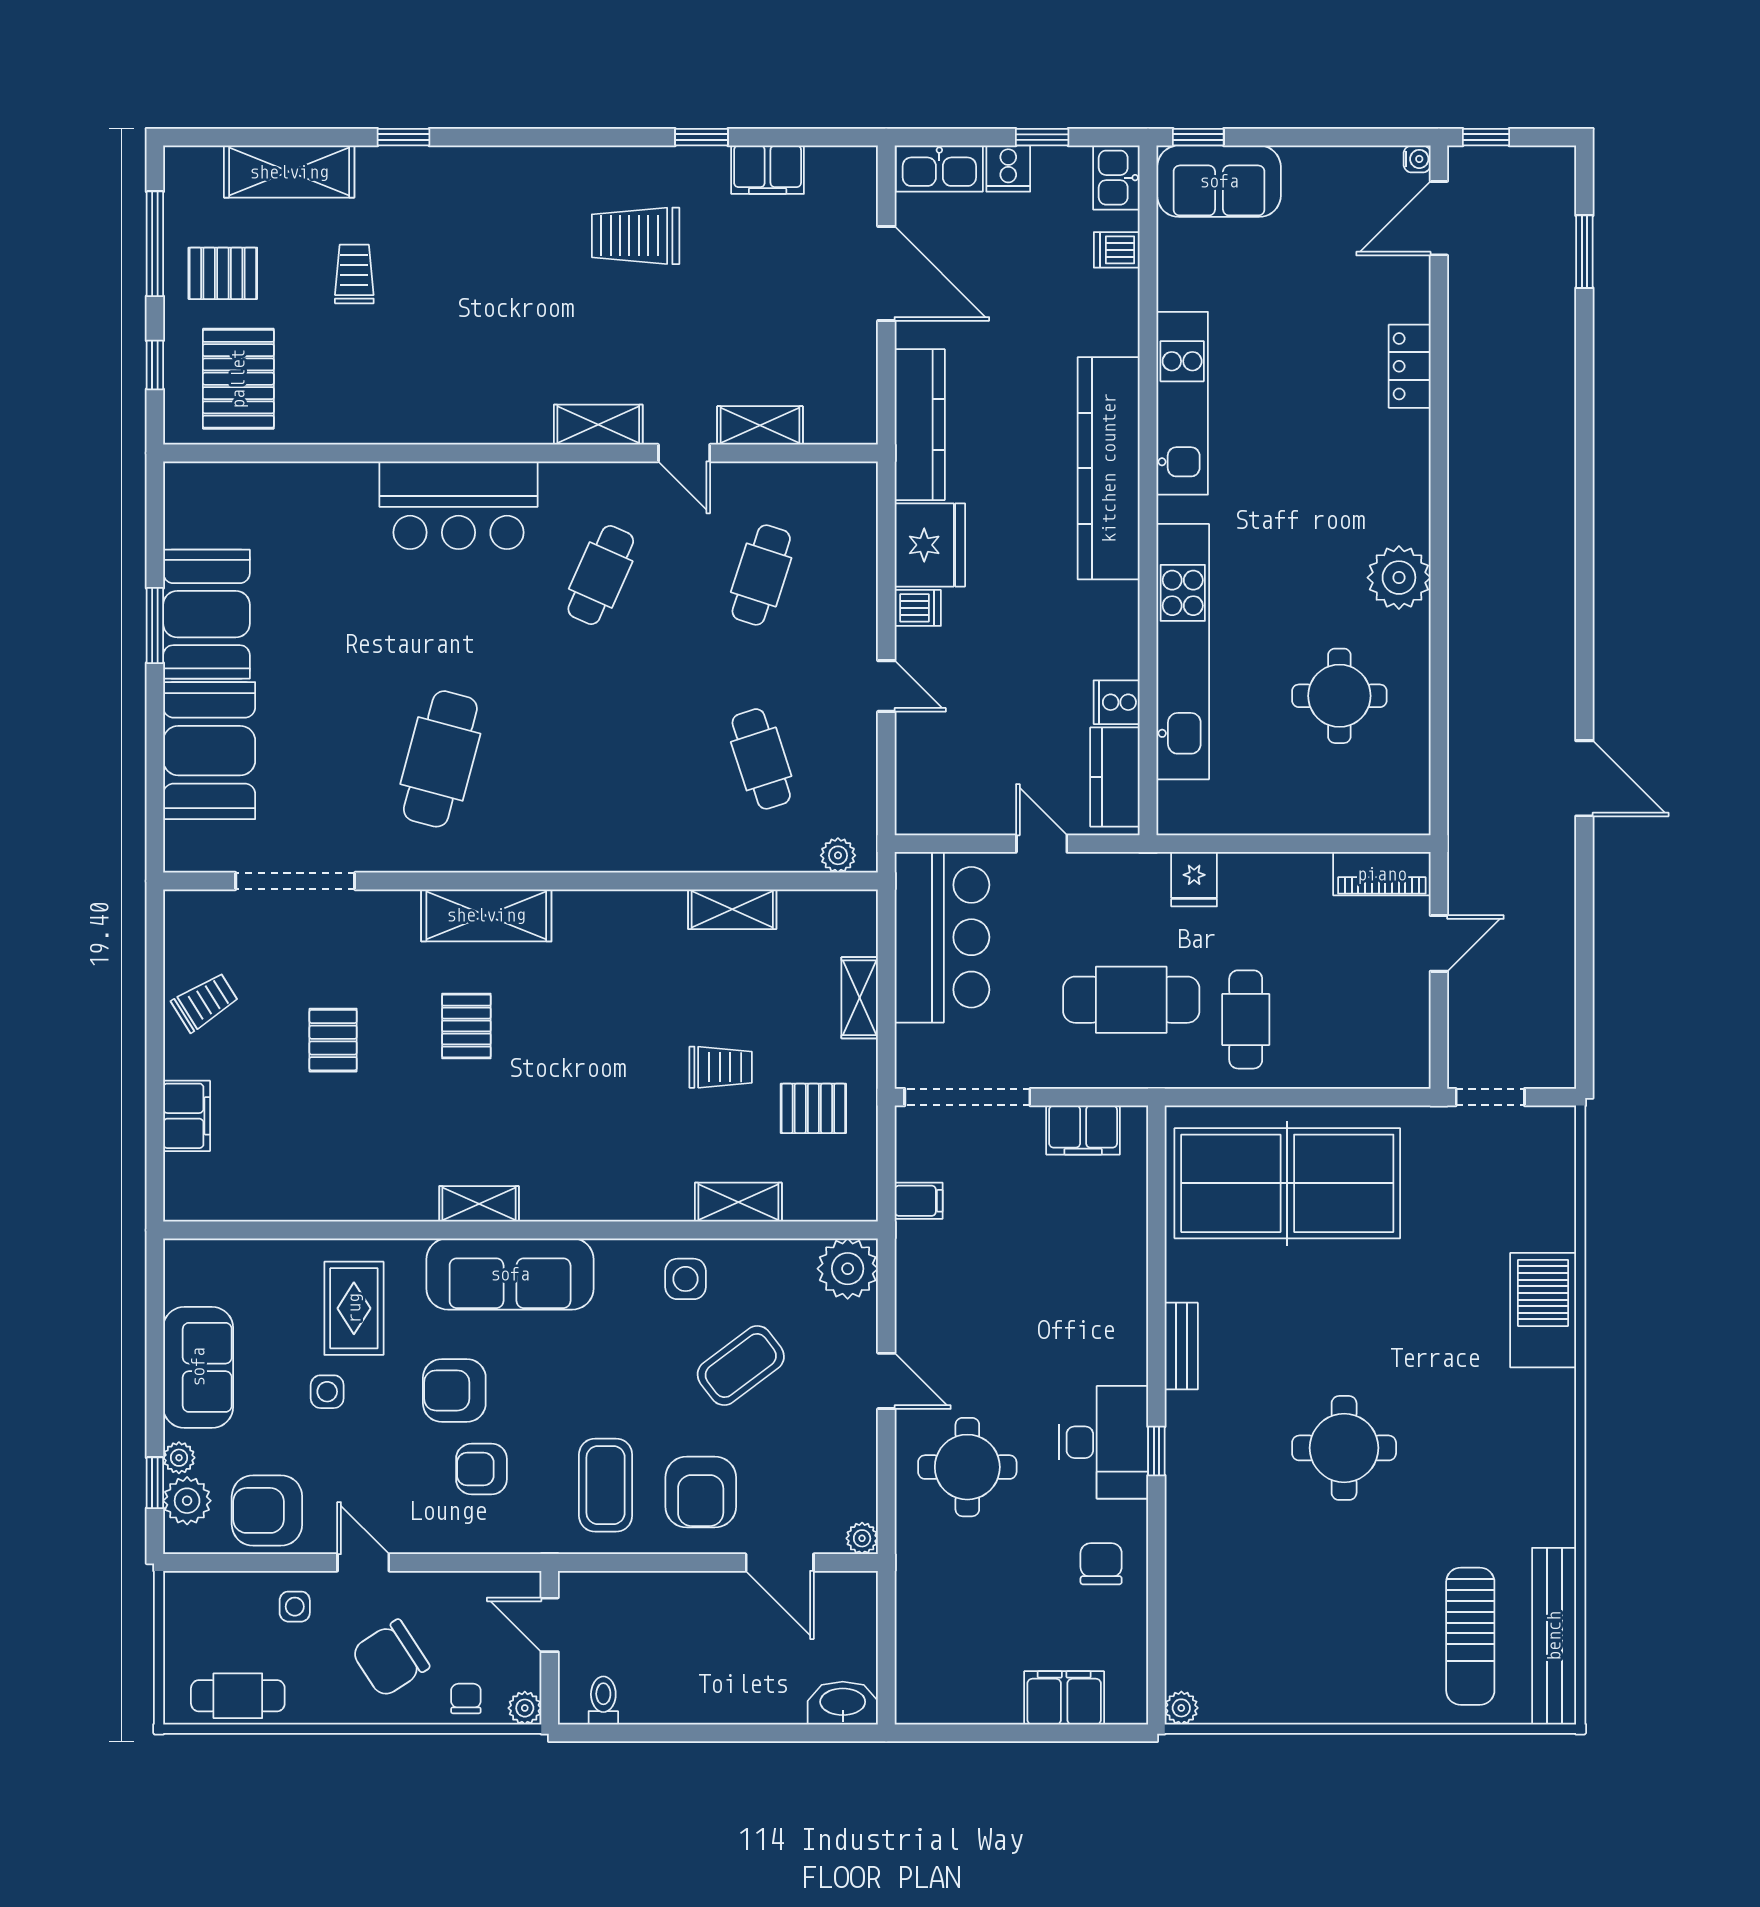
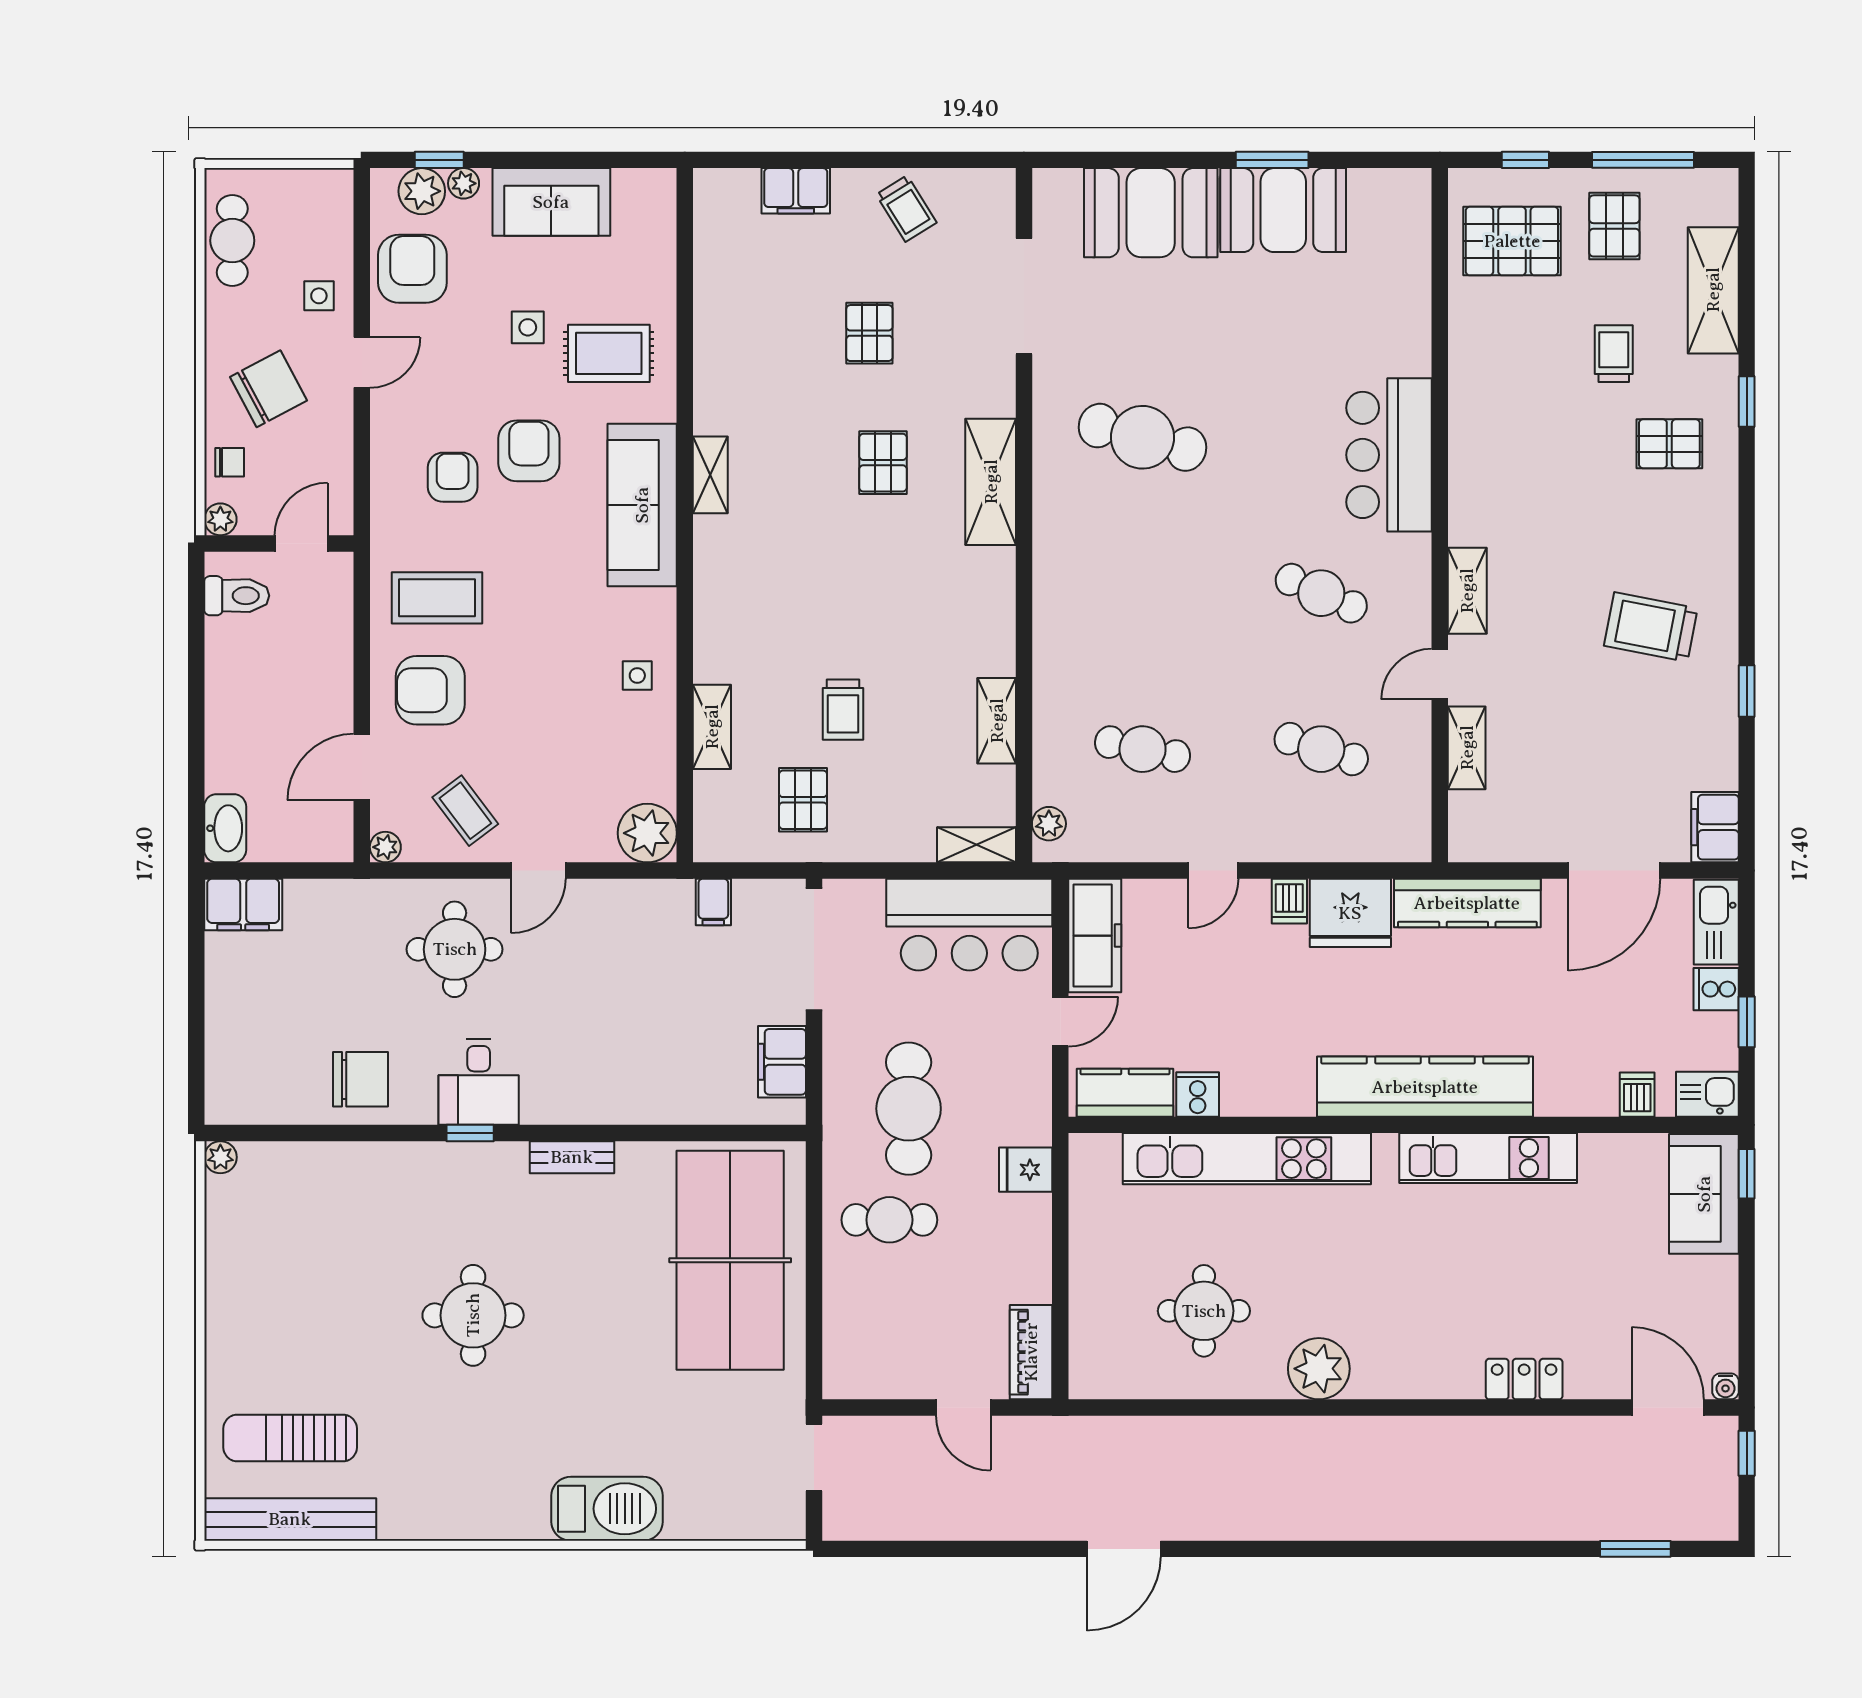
filing cabinet: (768, 170) -> (1715, 827), moved
pallet: (447, 217) -> (1669, 444), added
trolley: (636, 236) -> (1651, 627), turned -79
trolley: (354, 274) -> (1614, 354), turned -90
cafe table: (761, 759) -> (1143, 749), turned 30
freezer: (953, 808) -> (1095, 936), added
shelving: (860, 998) -> (976, 845), moved
pallet: (466, 1026) -> (883, 463), turned 90
pallet: (333, 1040) -> (869, 333), turned 90
side table: (686, 1279) -> (637, 676), width x0.73, depth x0.73
coffee table: (741, 1366) -> (465, 811), moved, width x0.73, depth x0.77
desk: (1104, 1442) -> (479, 1082), width x0.73
chair: (1101, 1564) -> (361, 1079), width x1.37, depth x1.37
chair: (390, 1658) -> (269, 389), turned 95
filing cabinet: (1064, 1698) -> (243, 905), moved, turned 90
toilet: (603, 1701) -> (237, 596), width x1.37, depth x1.39

